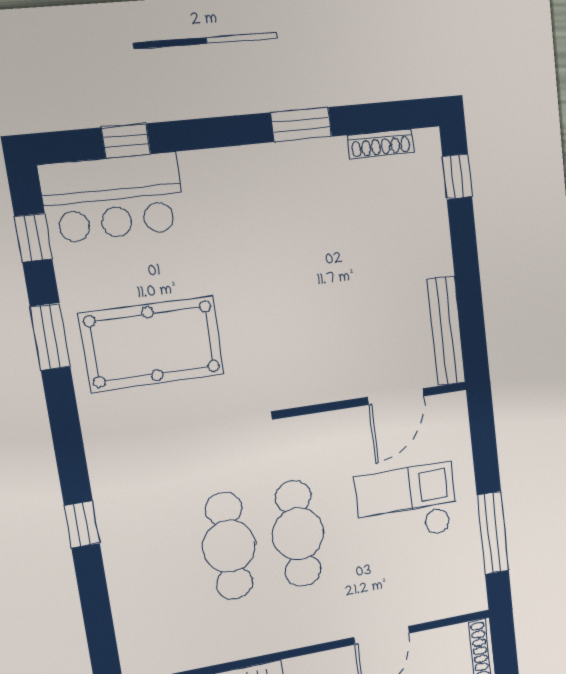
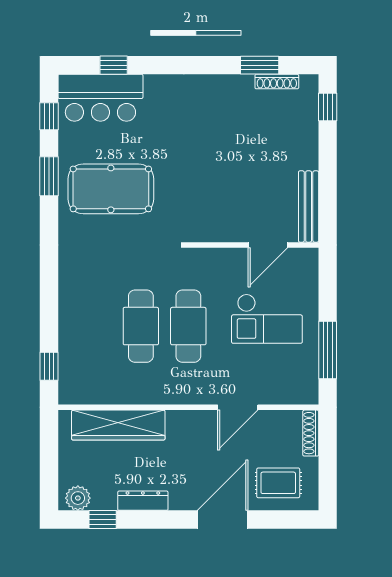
window: (301, 125) -> (260, 65), moved
checkout: (407, 504) -> (267, 319), turned 180
window: (82, 524) -> (49, 366), moved

